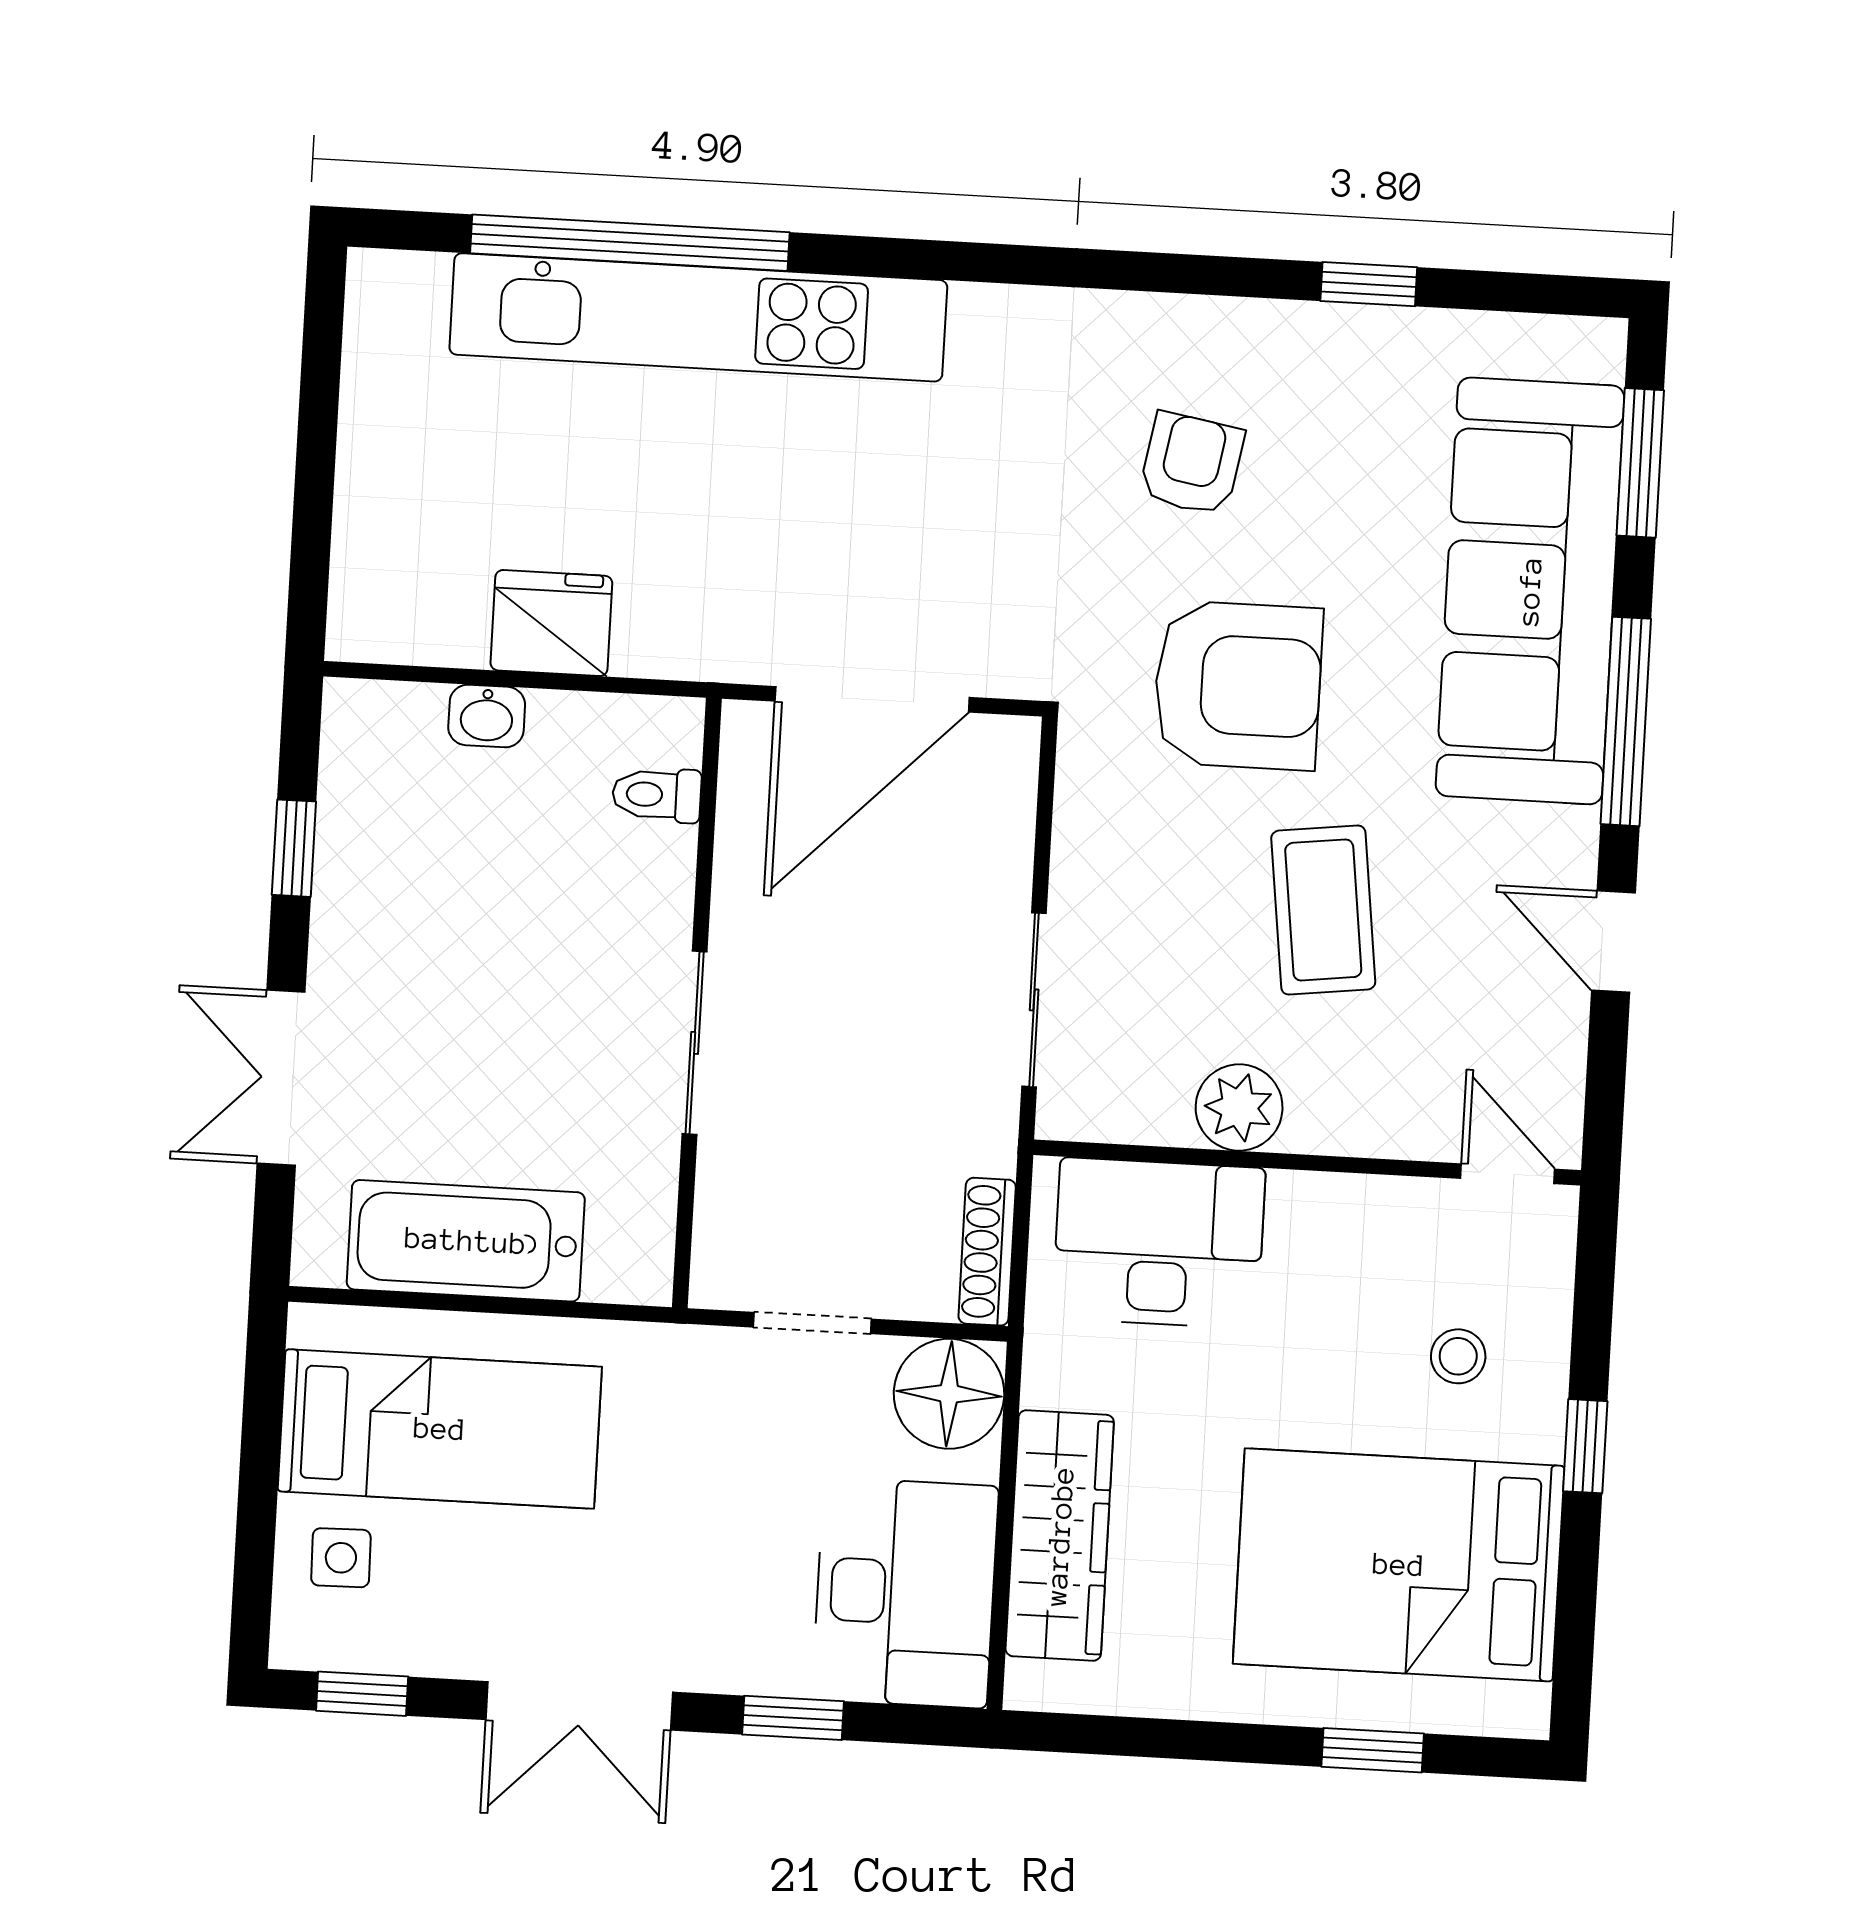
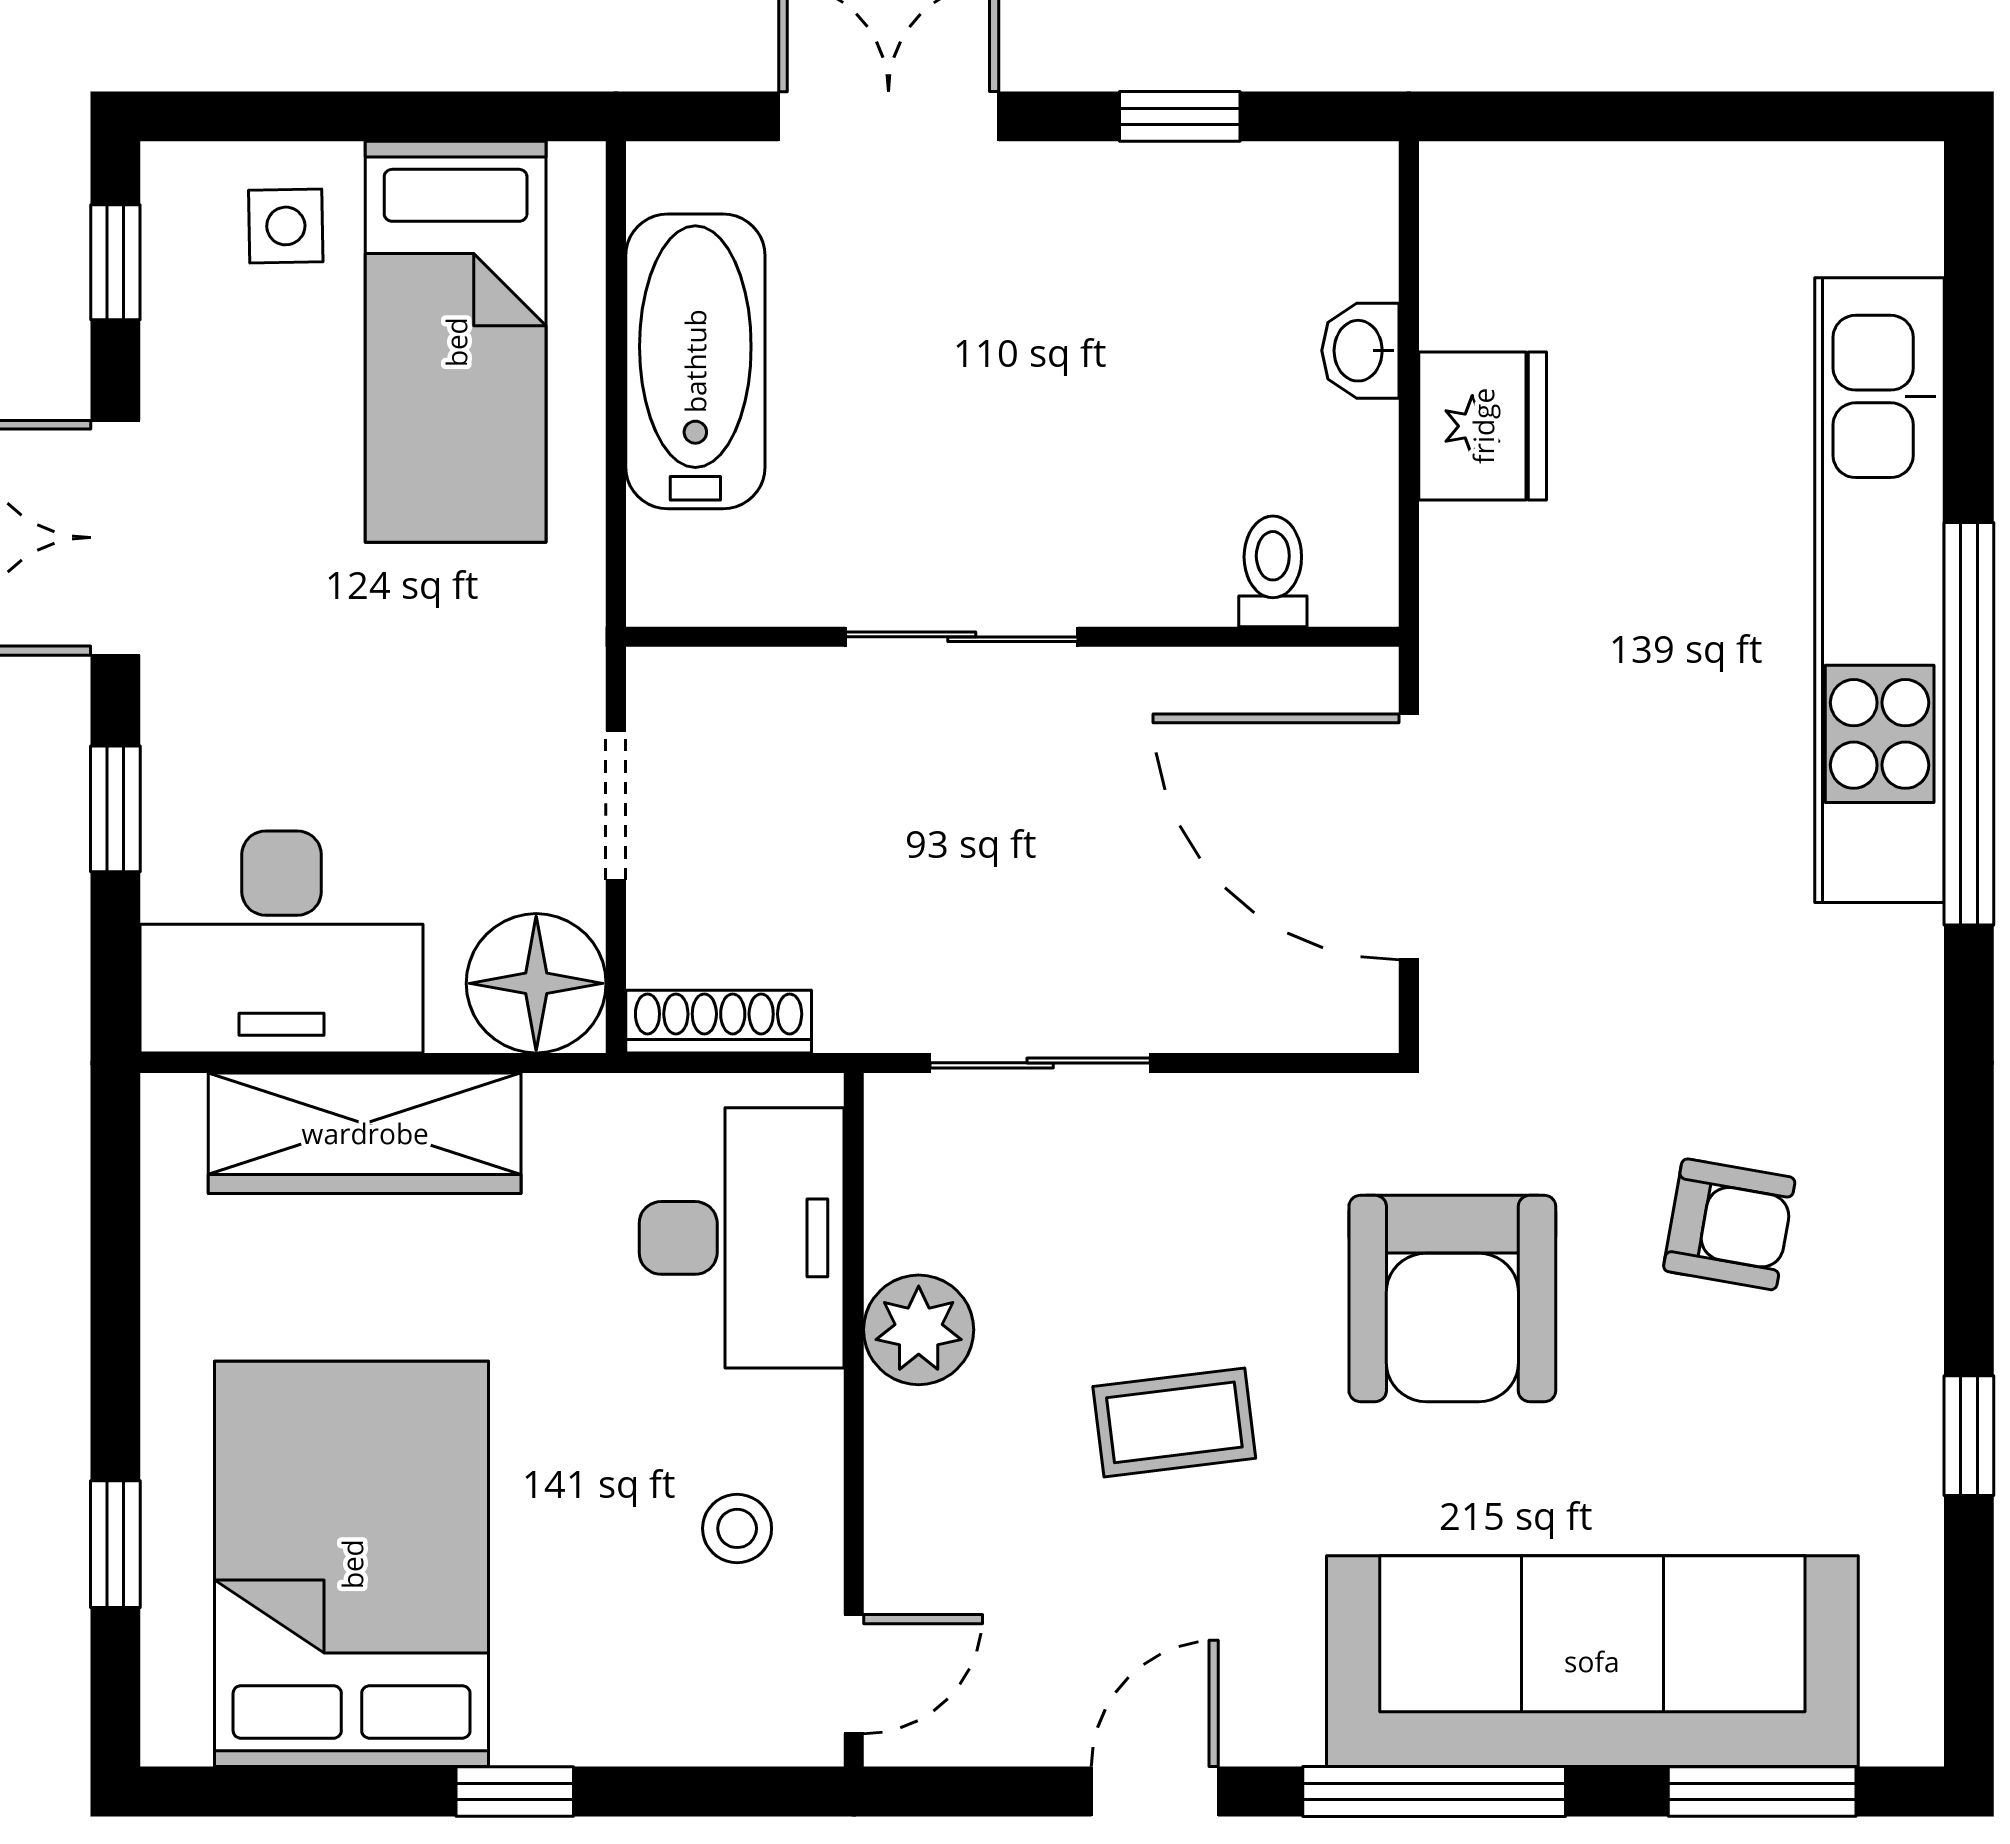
window: (630, 243) -> (1969, 724), moved
coffee table: (1323, 910) -> (1174, 1422), width x0.73, depth x0.77
stool: (1458, 1356) -> (737, 1528), moved

